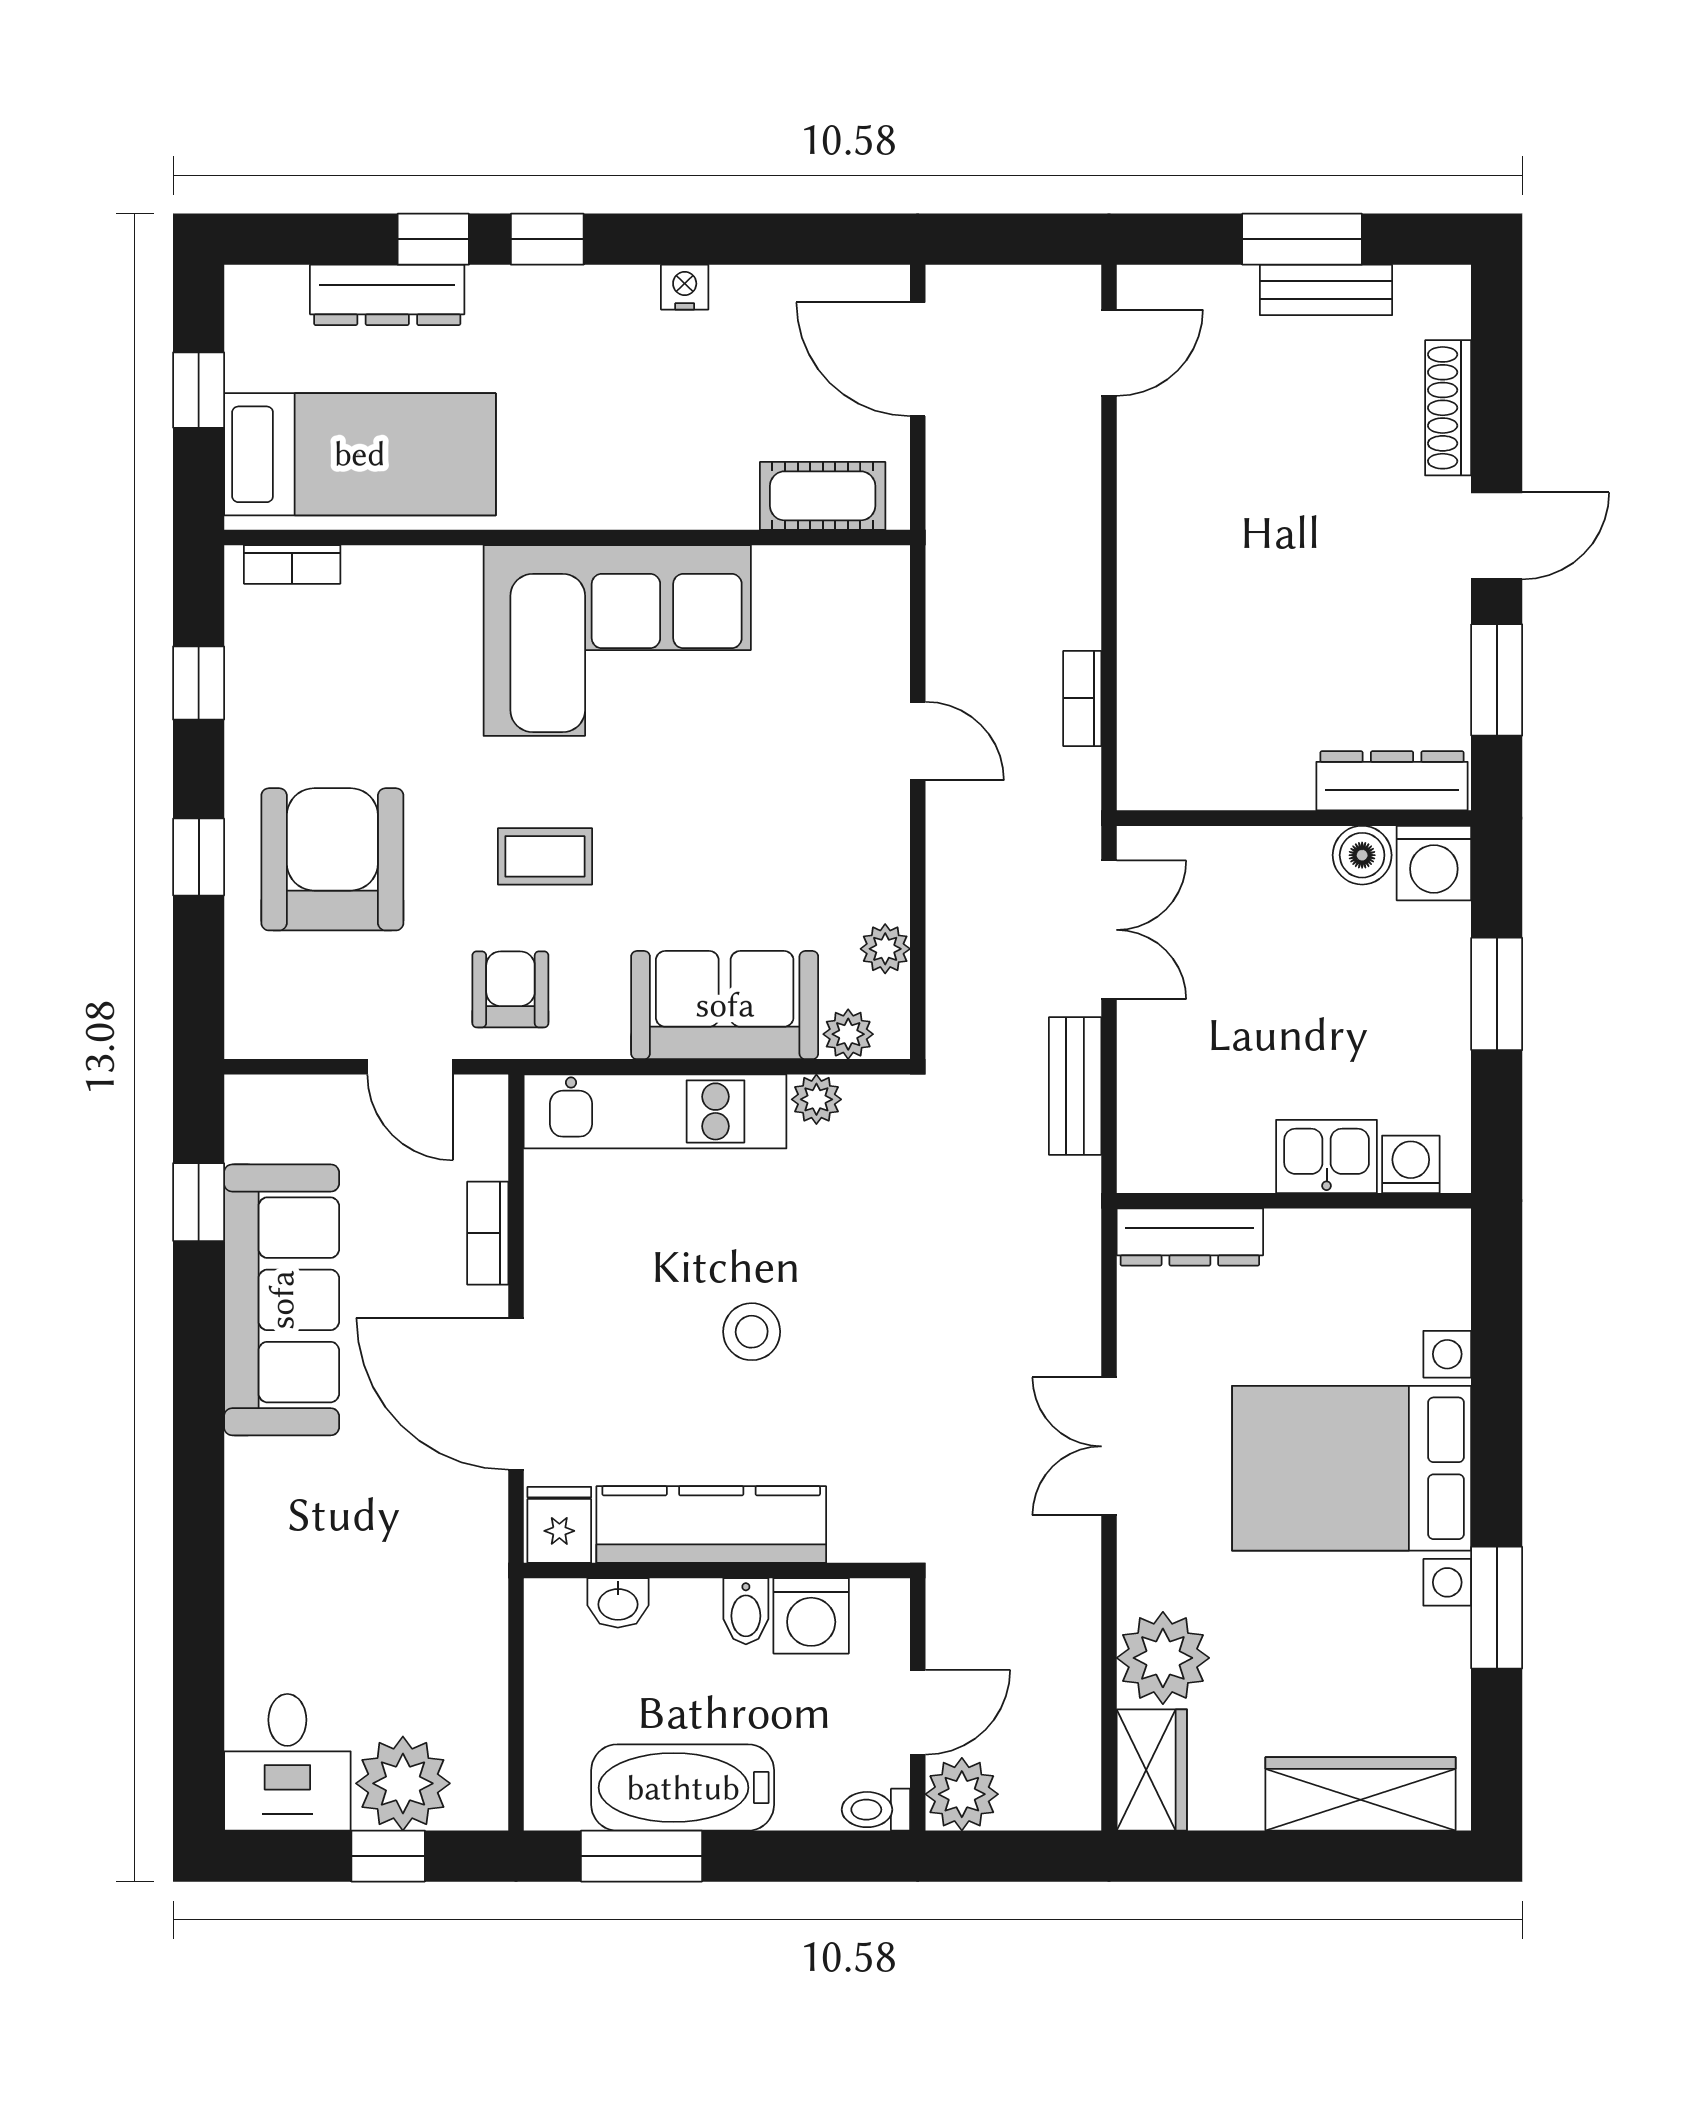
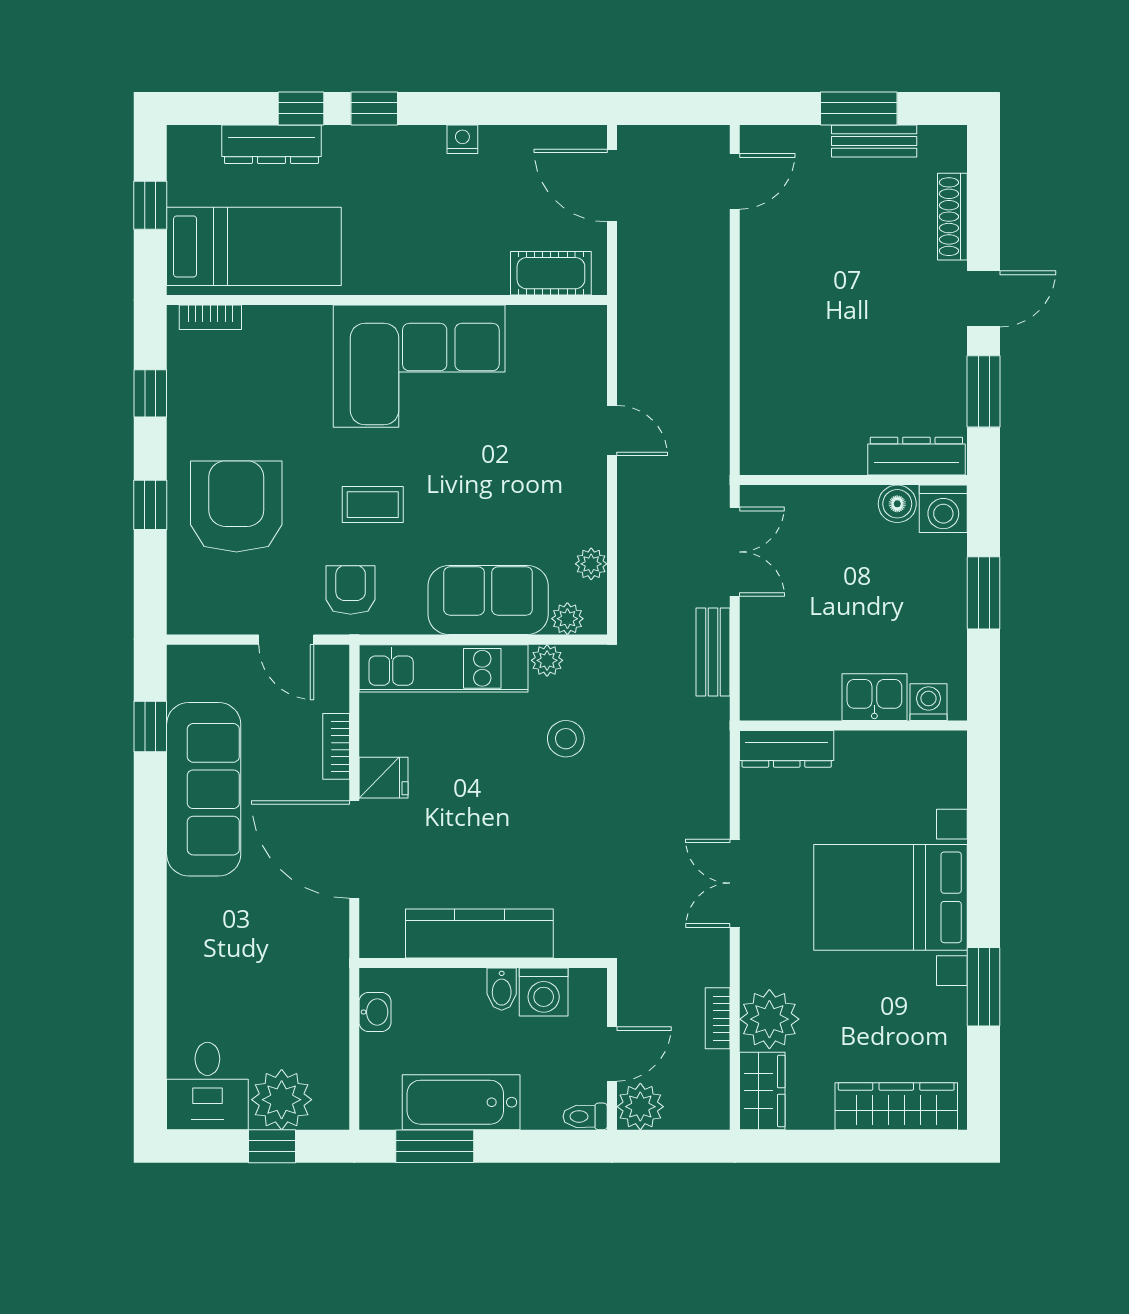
bookcase: (1082, 698) -> (718, 1018), moved
stool: (752, 1332) -> (566, 739), moved
fridge: (559, 1525) -> (383, 778), moved, turned 90
washbasin: (618, 1603) -> (375, 1012), moved, turned -90

